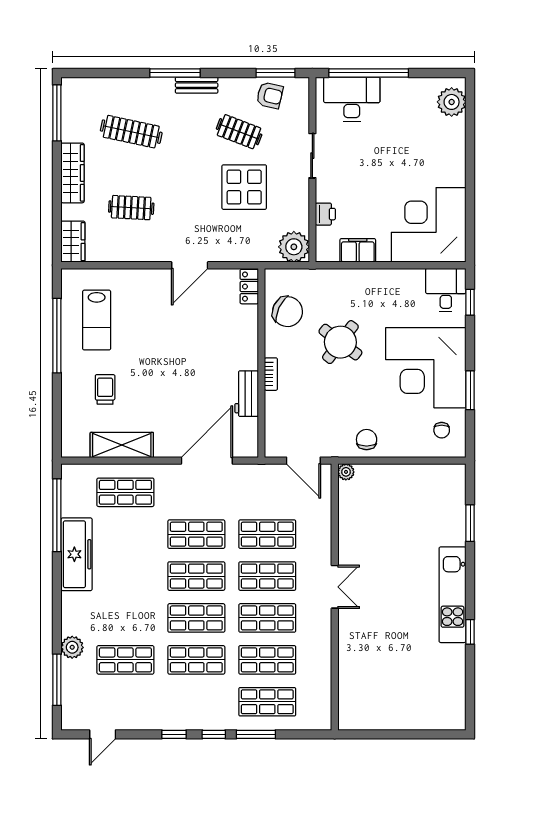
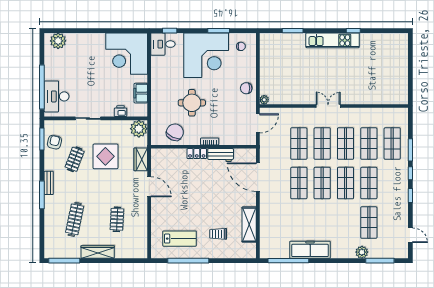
wardrobe: (73, 242) -> (141, 159), moved, turned -90
locker: (249, 287) -> (197, 154), moved
round table: (340, 342) -> (192, 103), turned -37
shop shelf: (125, 492) -> (275, 223), removed

